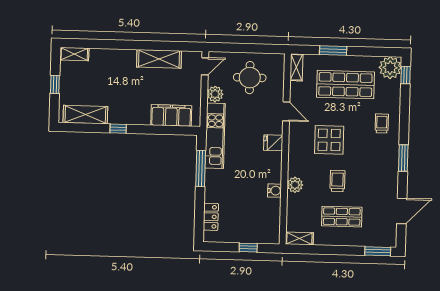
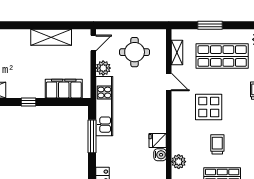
shelving: (296, 67) -> (177, 52), moved
window: (118, 129) -> (29, 102), moved
fridge: (273, 143) -> (158, 140), moved
plant: (295, 185) -> (179, 162), moved

